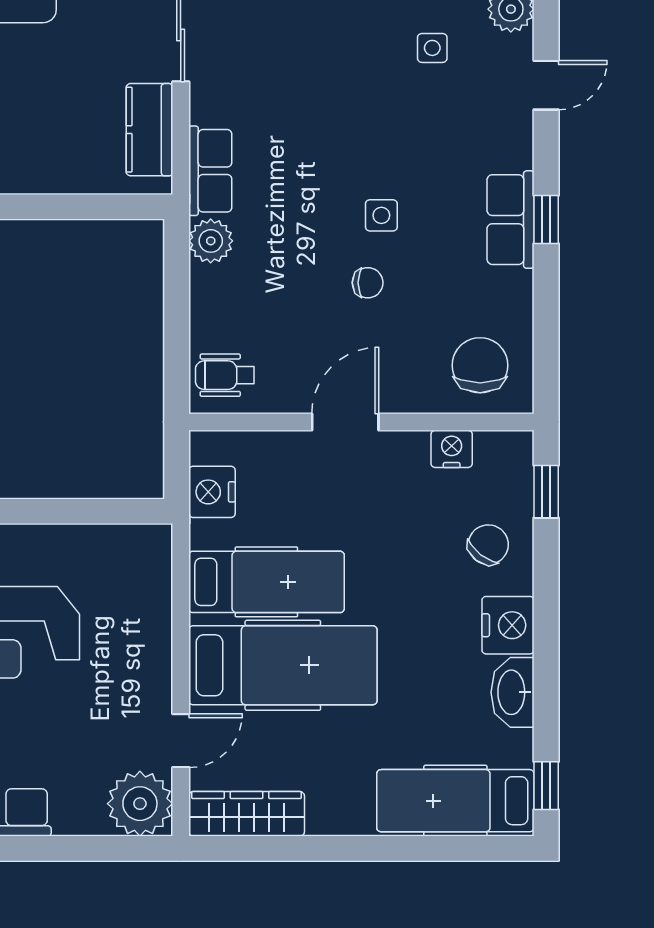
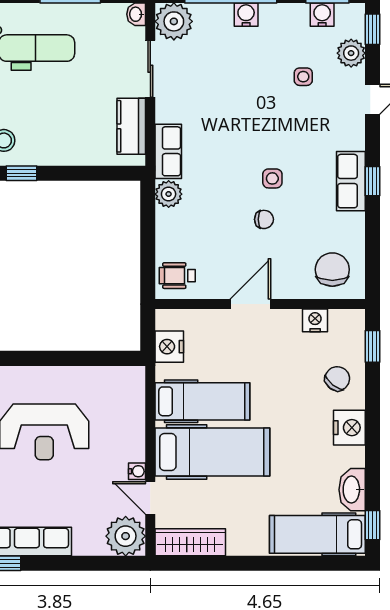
washbasin: (513, 692) -> (352, 490), moved
water cooler: (159, 697) -> (137, 471), added
door: (181, 741) -> (150, 498), swing flipped

